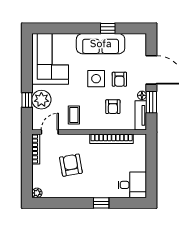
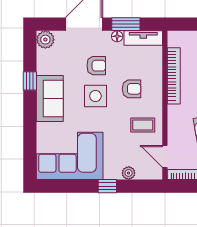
plant: (139, 40) -> (45, 40), added
sofa: (101, 44) -> (50, 99), width x0.73
window: (27, 100) -> (107, 186), moved
plant: (41, 100) -> (129, 173), width x0.53, depth x0.53
armchair: (113, 107) -> (132, 89), moved

